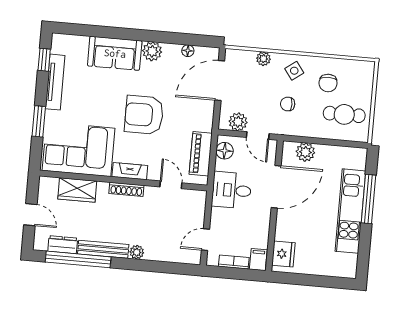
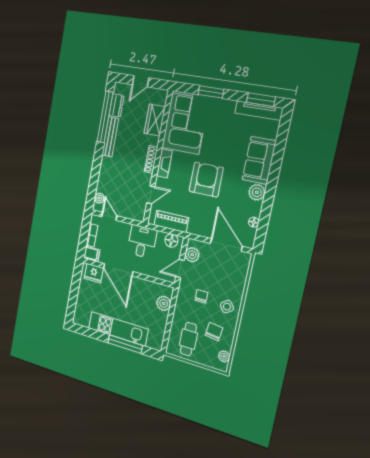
plant: (263, 59) -> (224, 356), moved
window: (44, 60) -> (261, 100), width x1.50
tv unit: (55, 82) -> (259, 111), moved
chair: (328, 83) -> (214, 332), turned 97
door: (276, 187) -> (118, 270), moved
plant: (137, 252) -> (99, 198), moved

